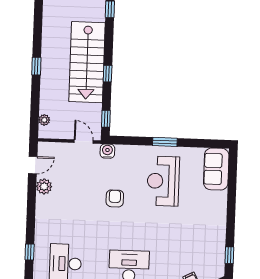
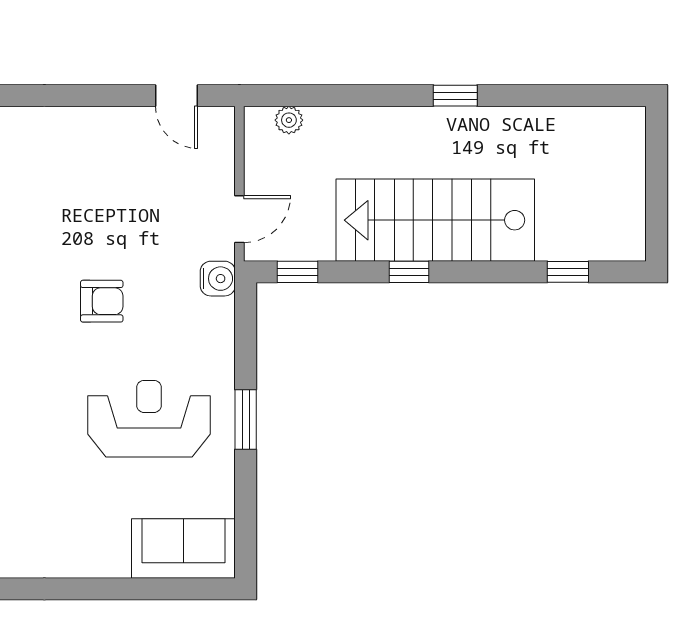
window: (36, 66) -> (455, 96), moved
plant: (44, 186) -> (125, 126), removed

